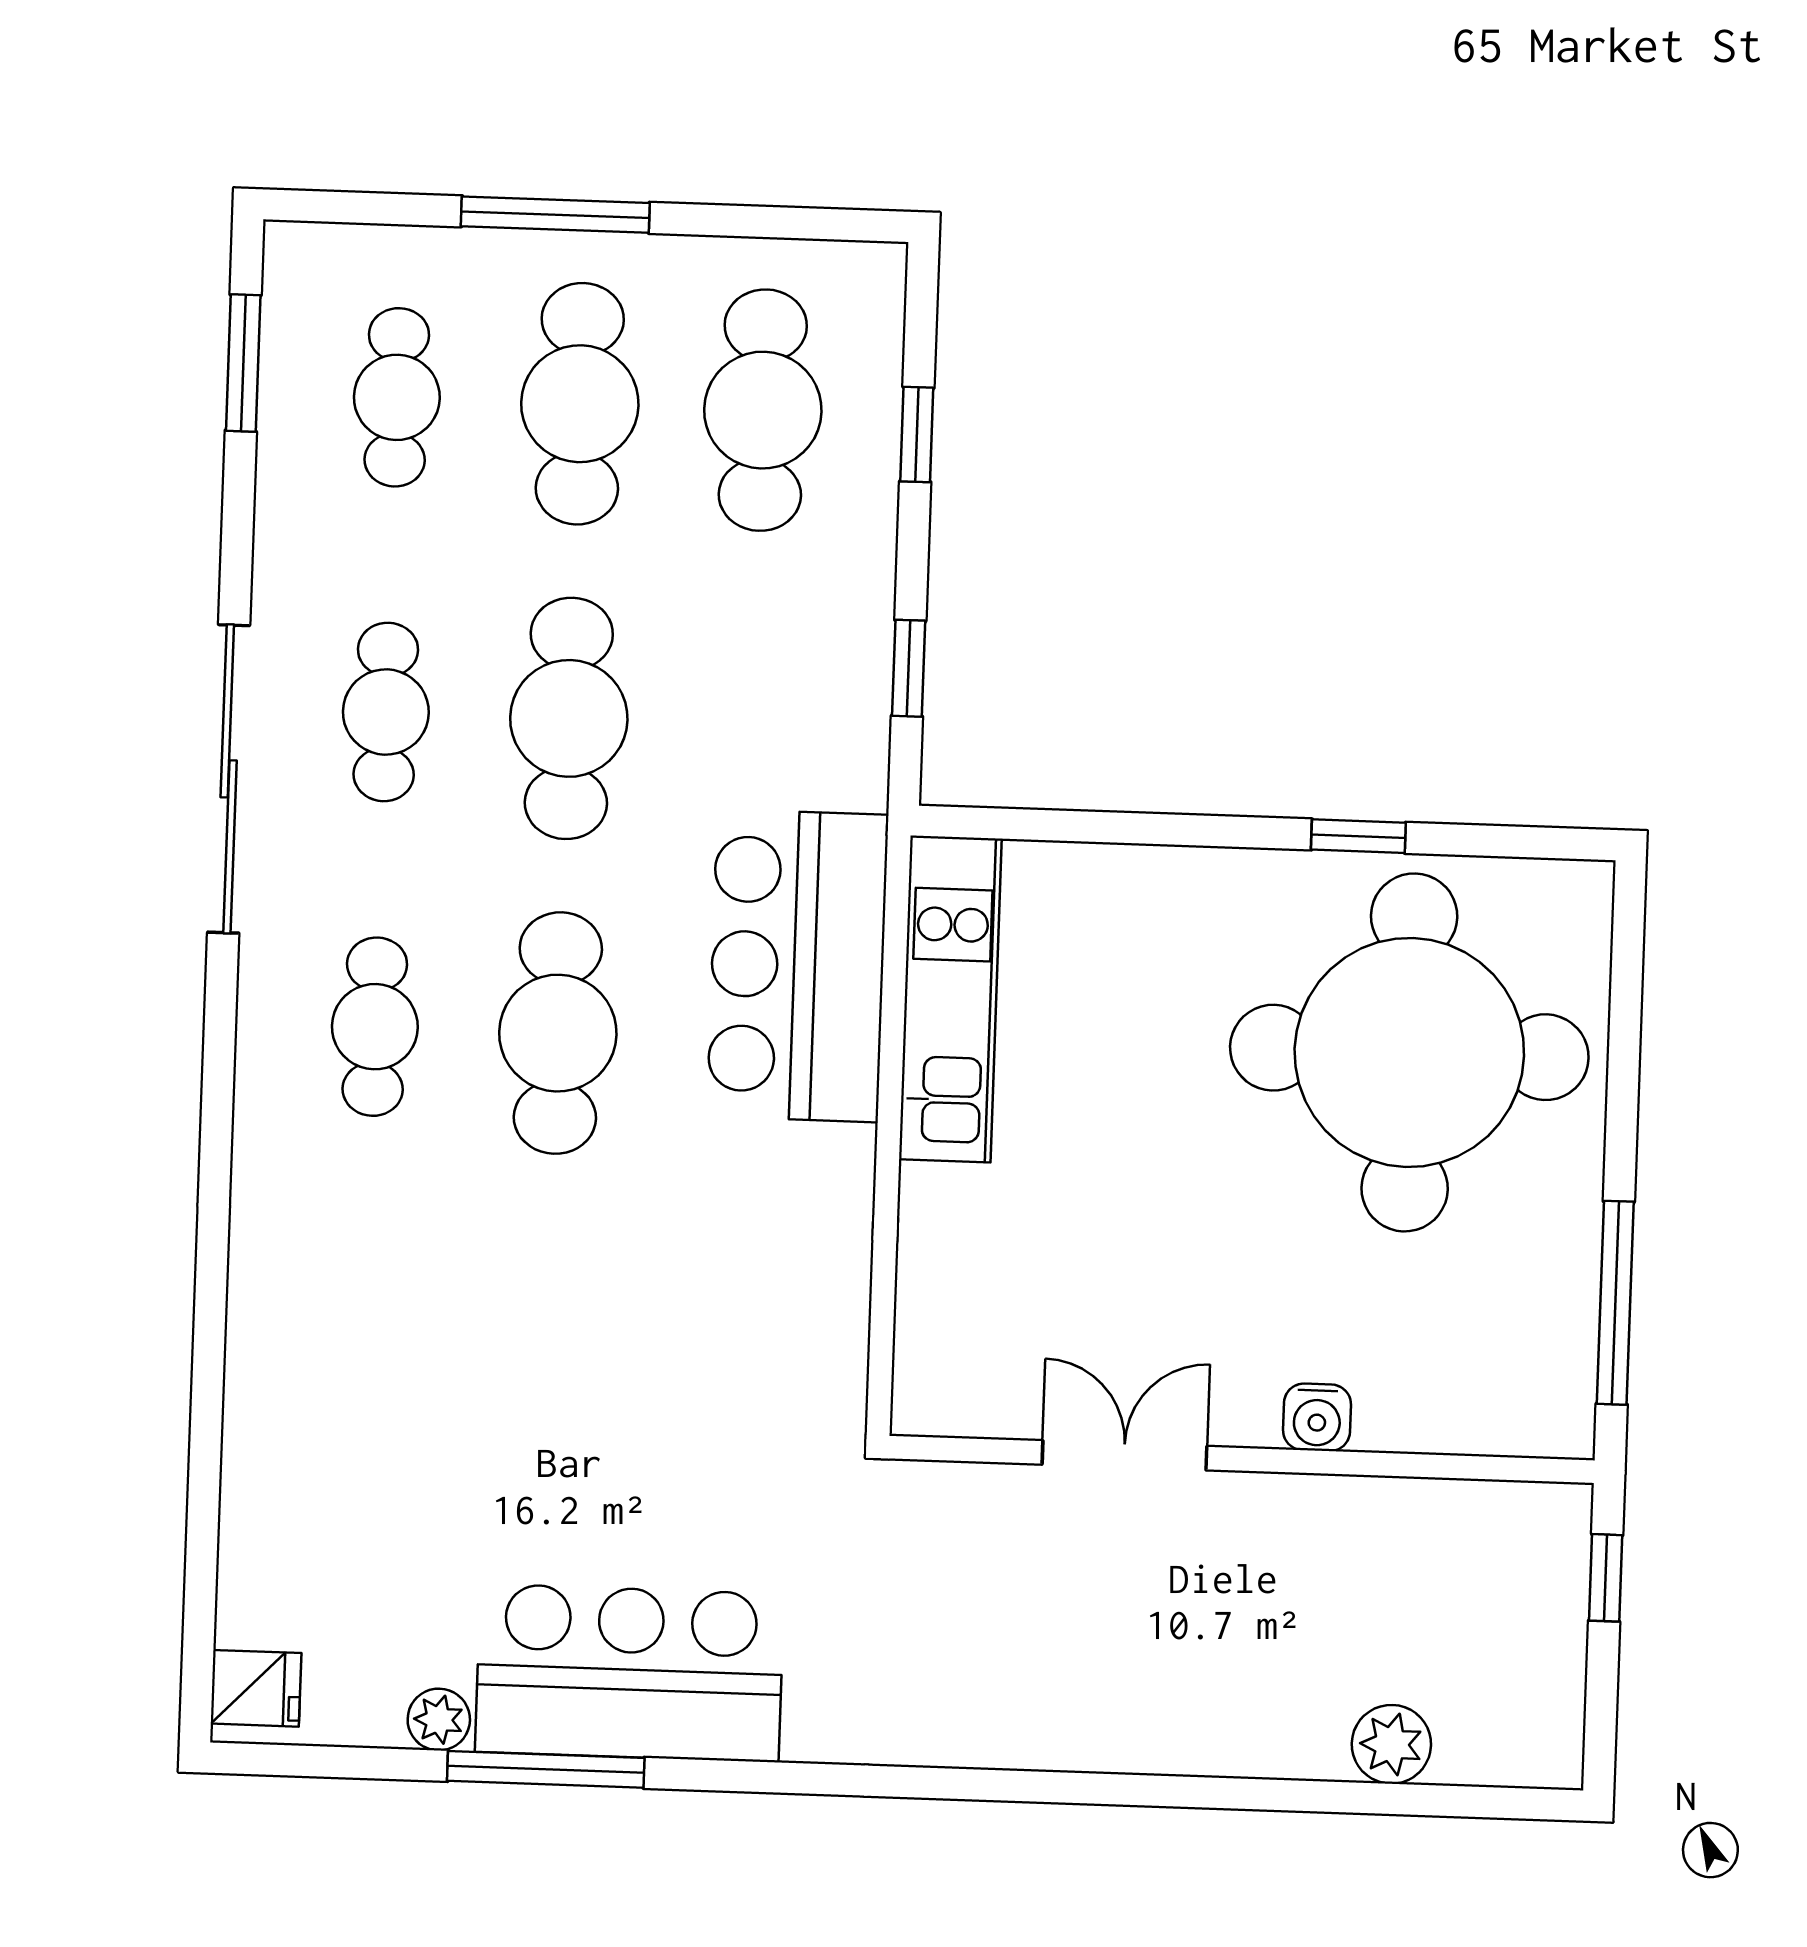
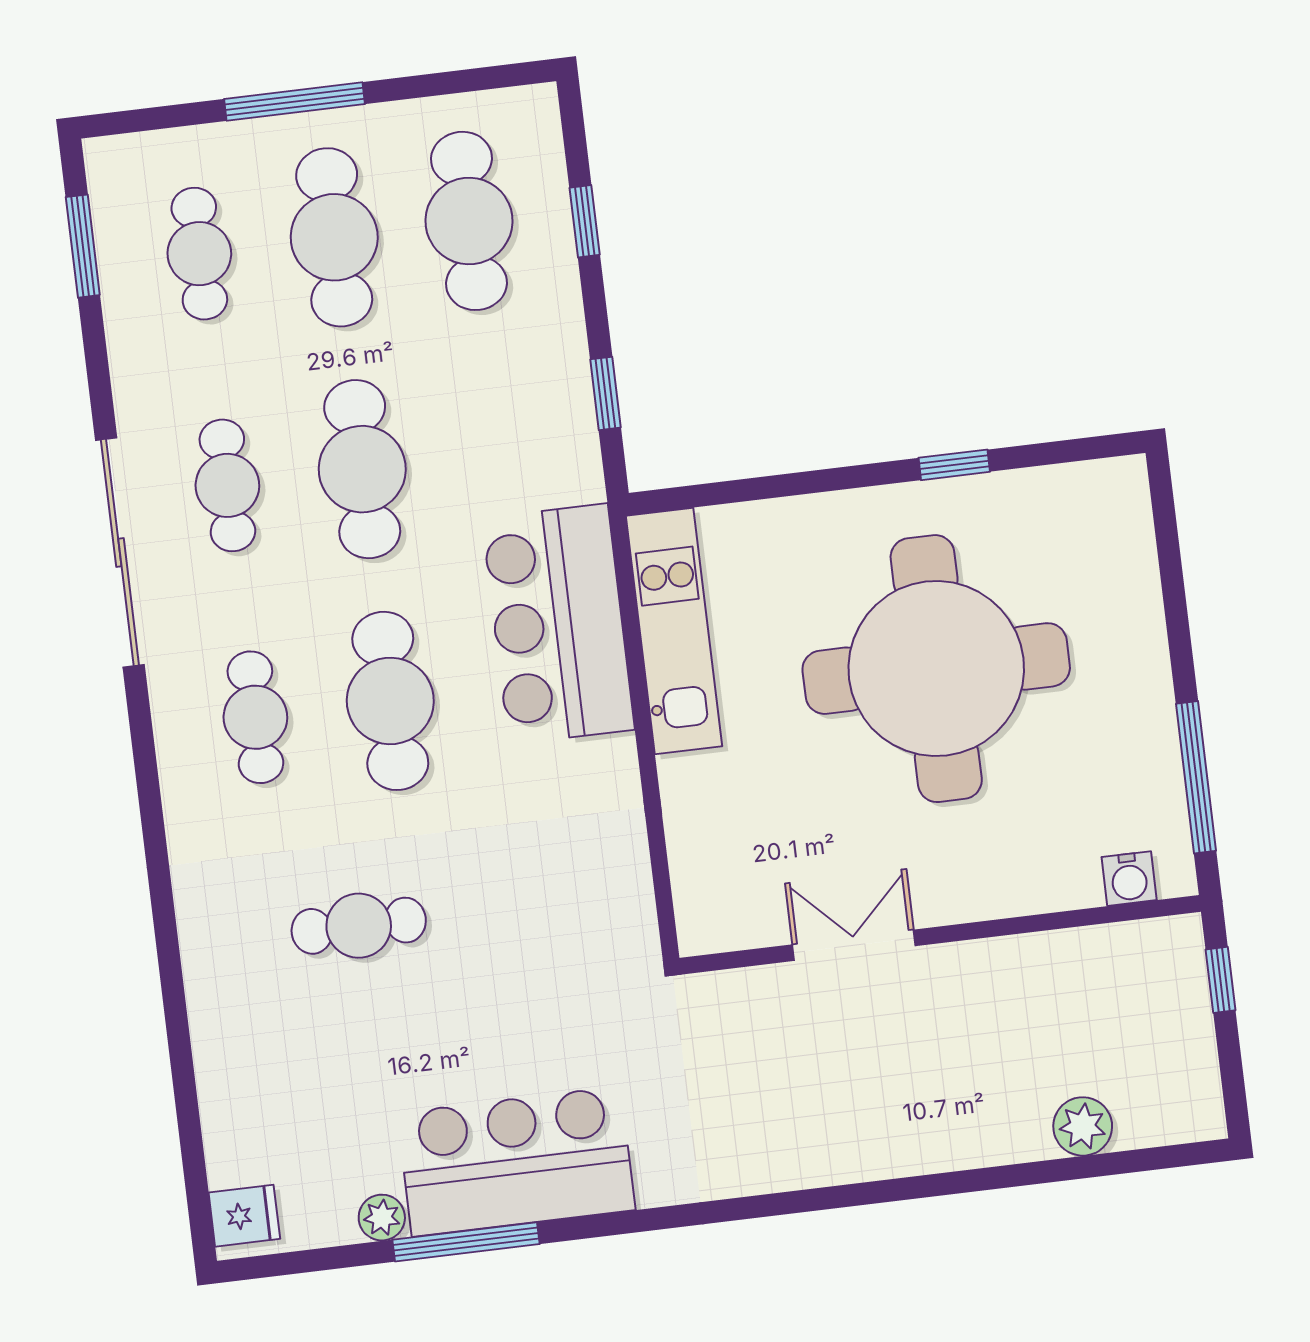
round table: (1409, 1052) -> (936, 669), moved
cafe table: (469, 1326) -> (359, 926), added
water cooler: (1317, 1417) -> (1129, 879), moved

